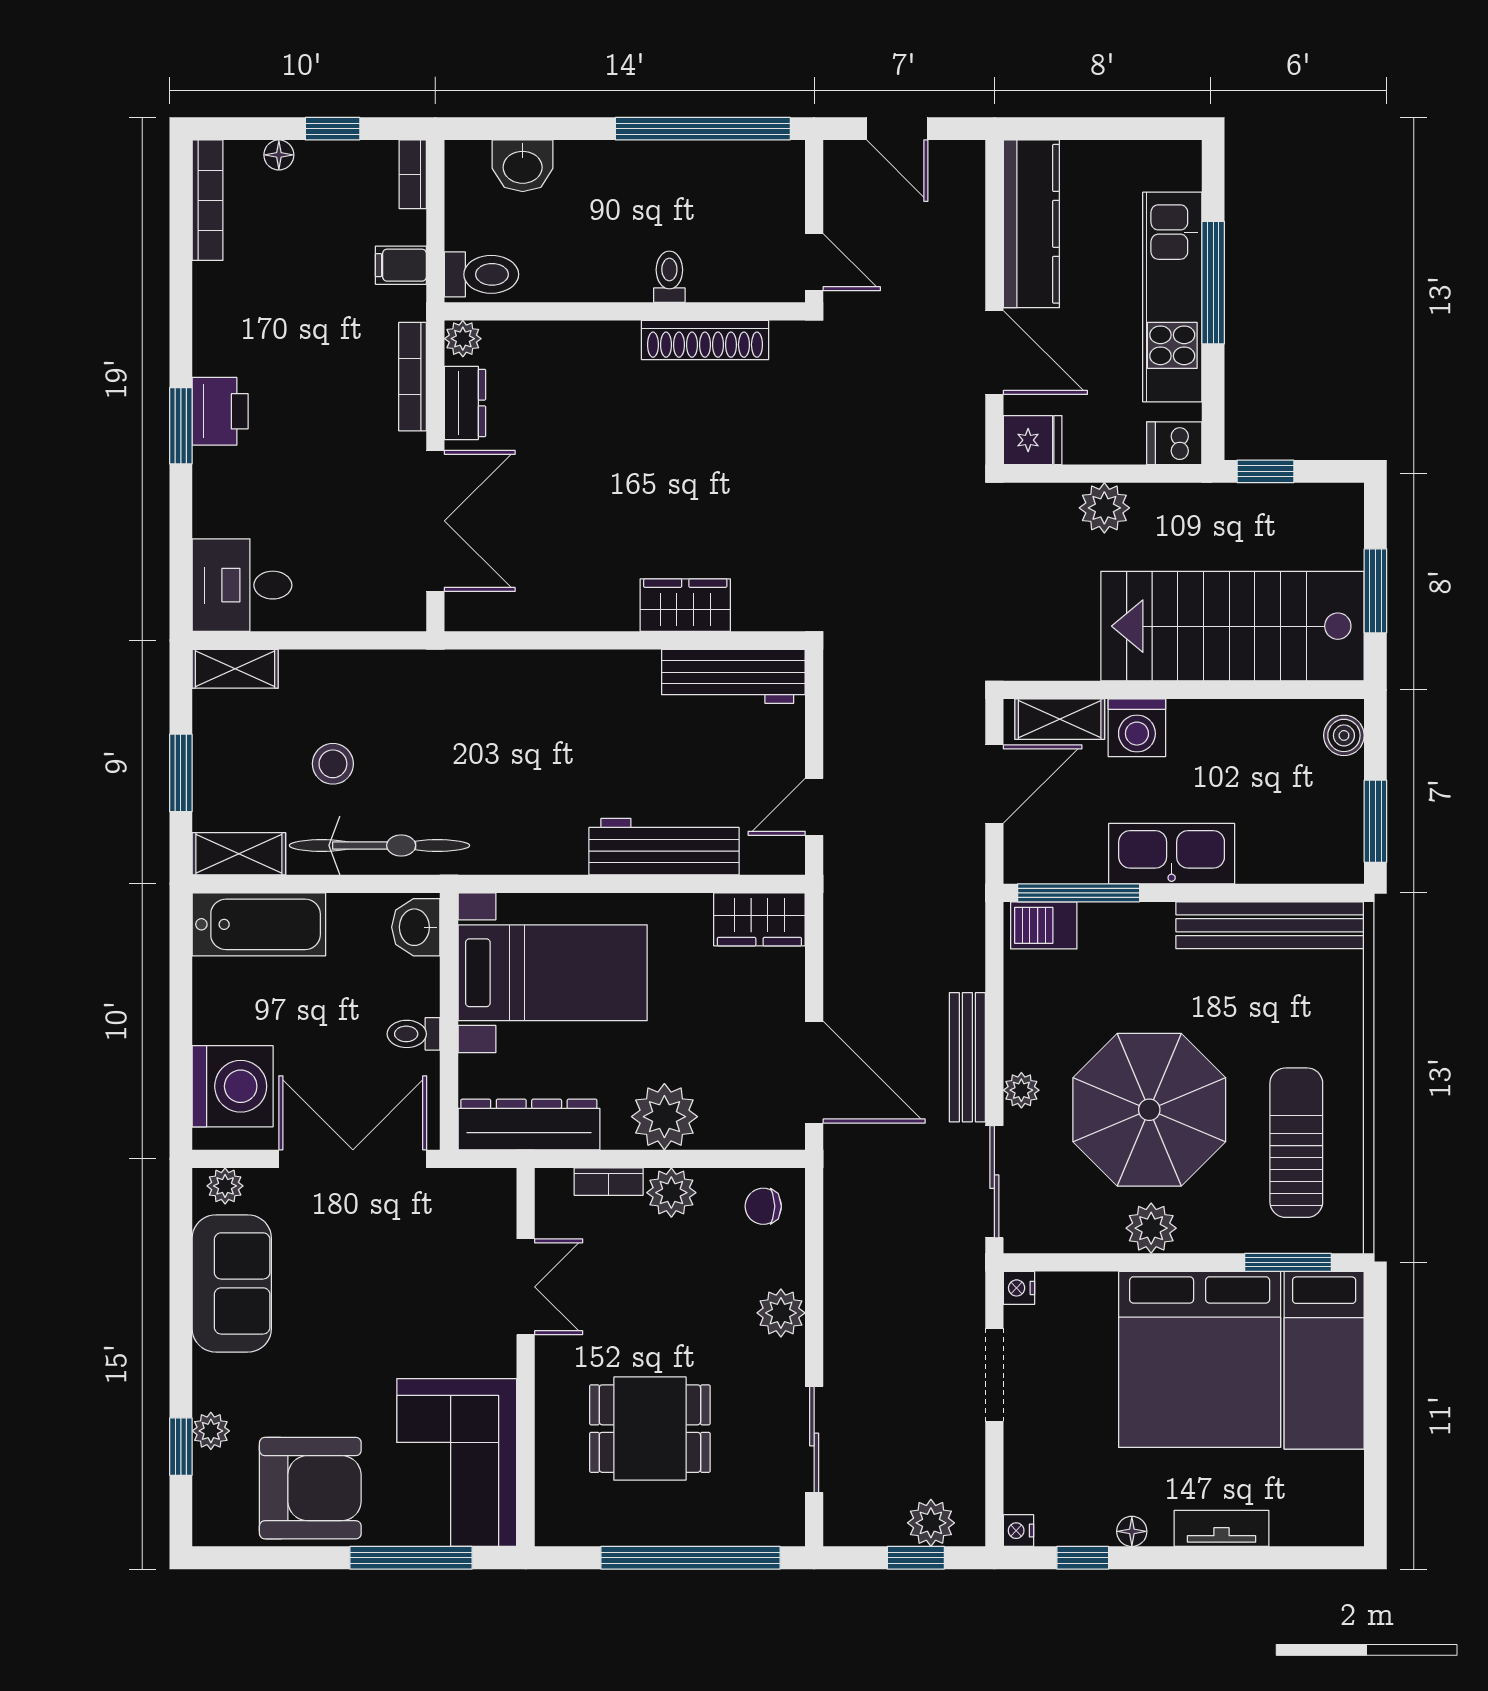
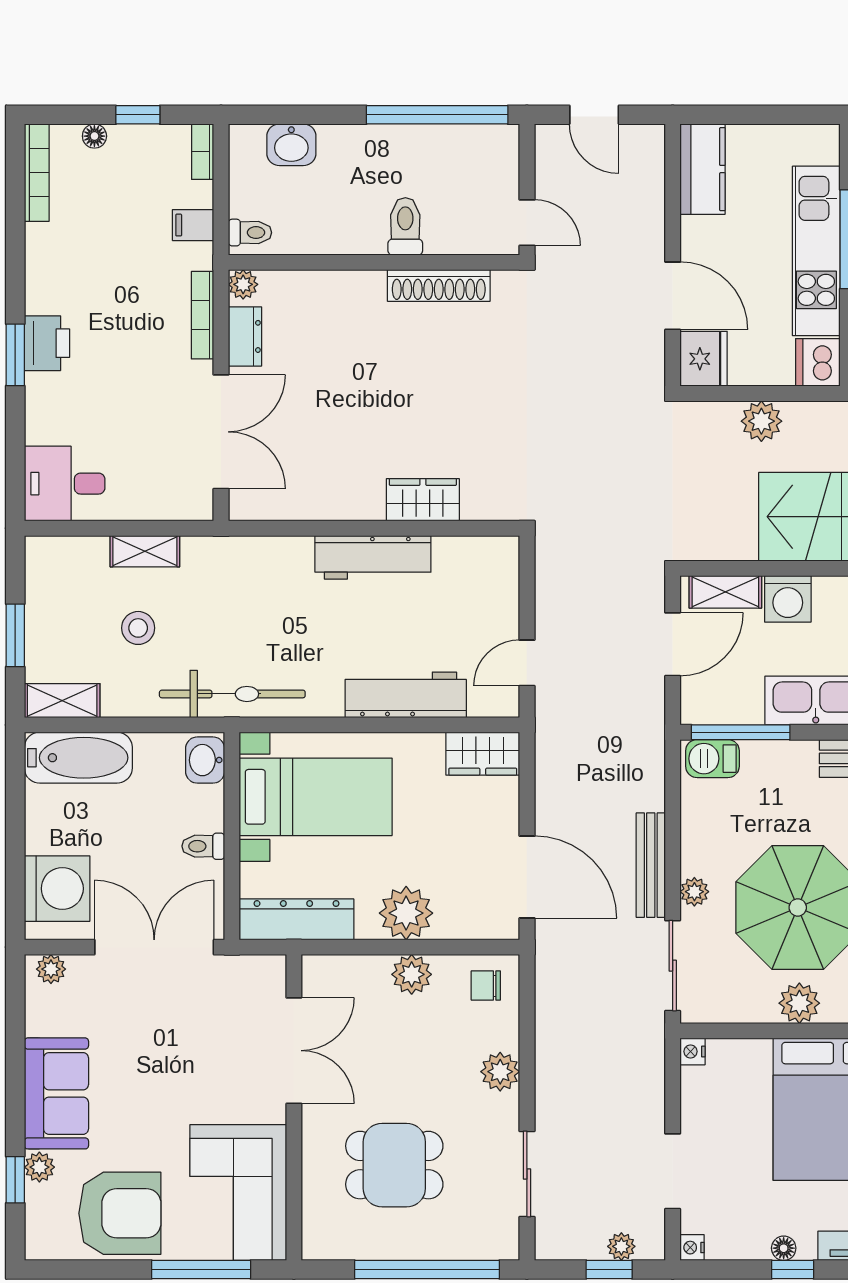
kitchen counter: (1031, 224) -> (703, 169), width x0.67
toilet: (482, 274) -> (250, 233), width x0.73, depth x0.72
toilet: (669, 277) -> (405, 226), width x1.37, depth x1.39
fridge: (1033, 440) -> (704, 359), width x1.38
dishwasher: (1174, 443) -> (818, 362), width x1.38
shelving: (235, 669) -> (145, 551), moved
workbench: (733, 676) -> (373, 557), moved
bicycle: (379, 845) -> (232, 694), moved
bookcase: (609, 1182) -> (361, 966), removed
sofa: (232, 1283) -> (56, 1093), moved
double door: (526, 1287) -> (294, 1051), width x1.37
doorway: (994, 1375) -> (673, 1171), moved
plant: (931, 1523) -> (621, 1246), width x0.73, depth x0.73
window: (1083, 1558) -> (793, 1269), moved

